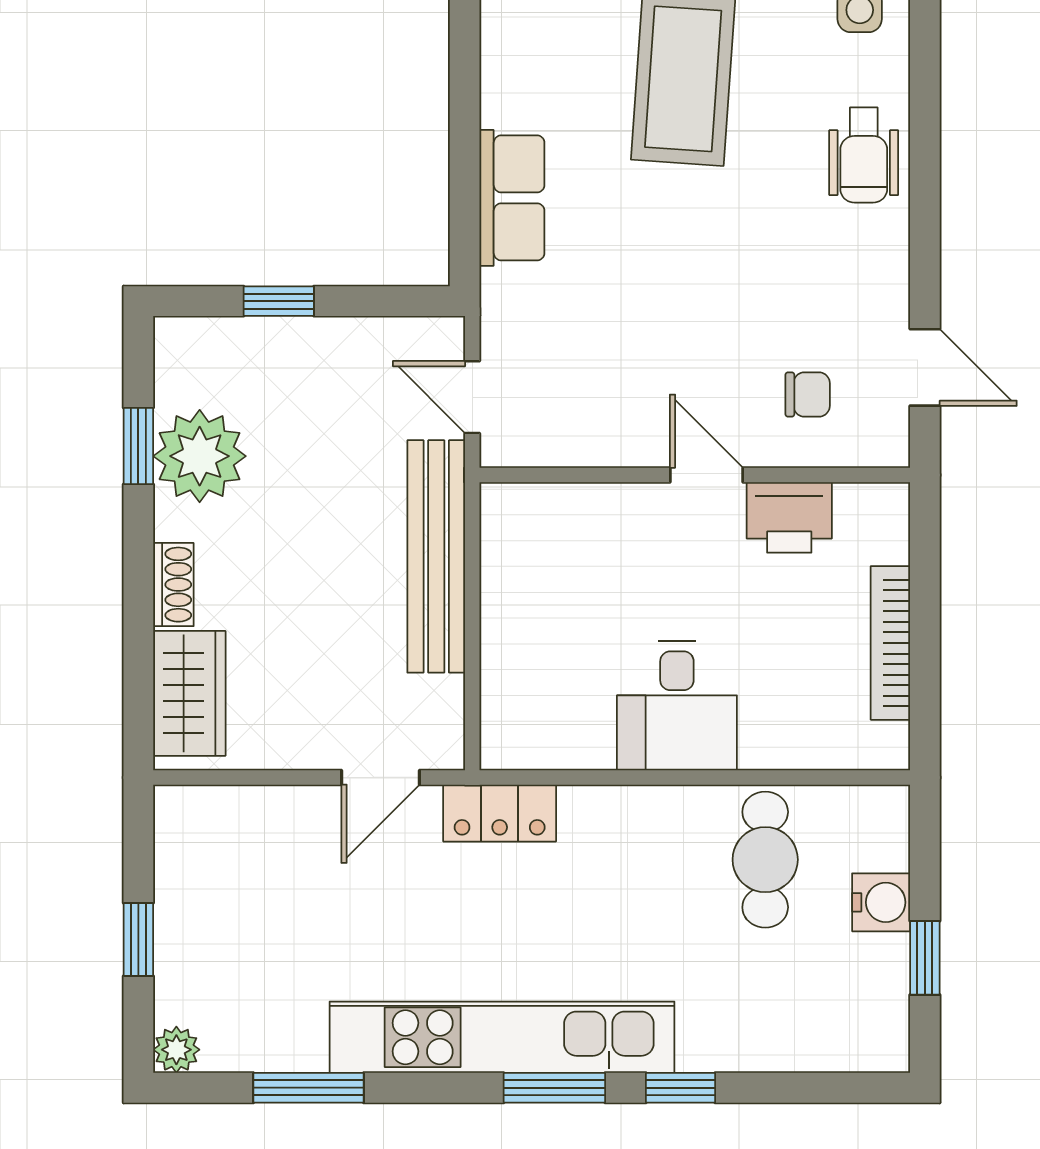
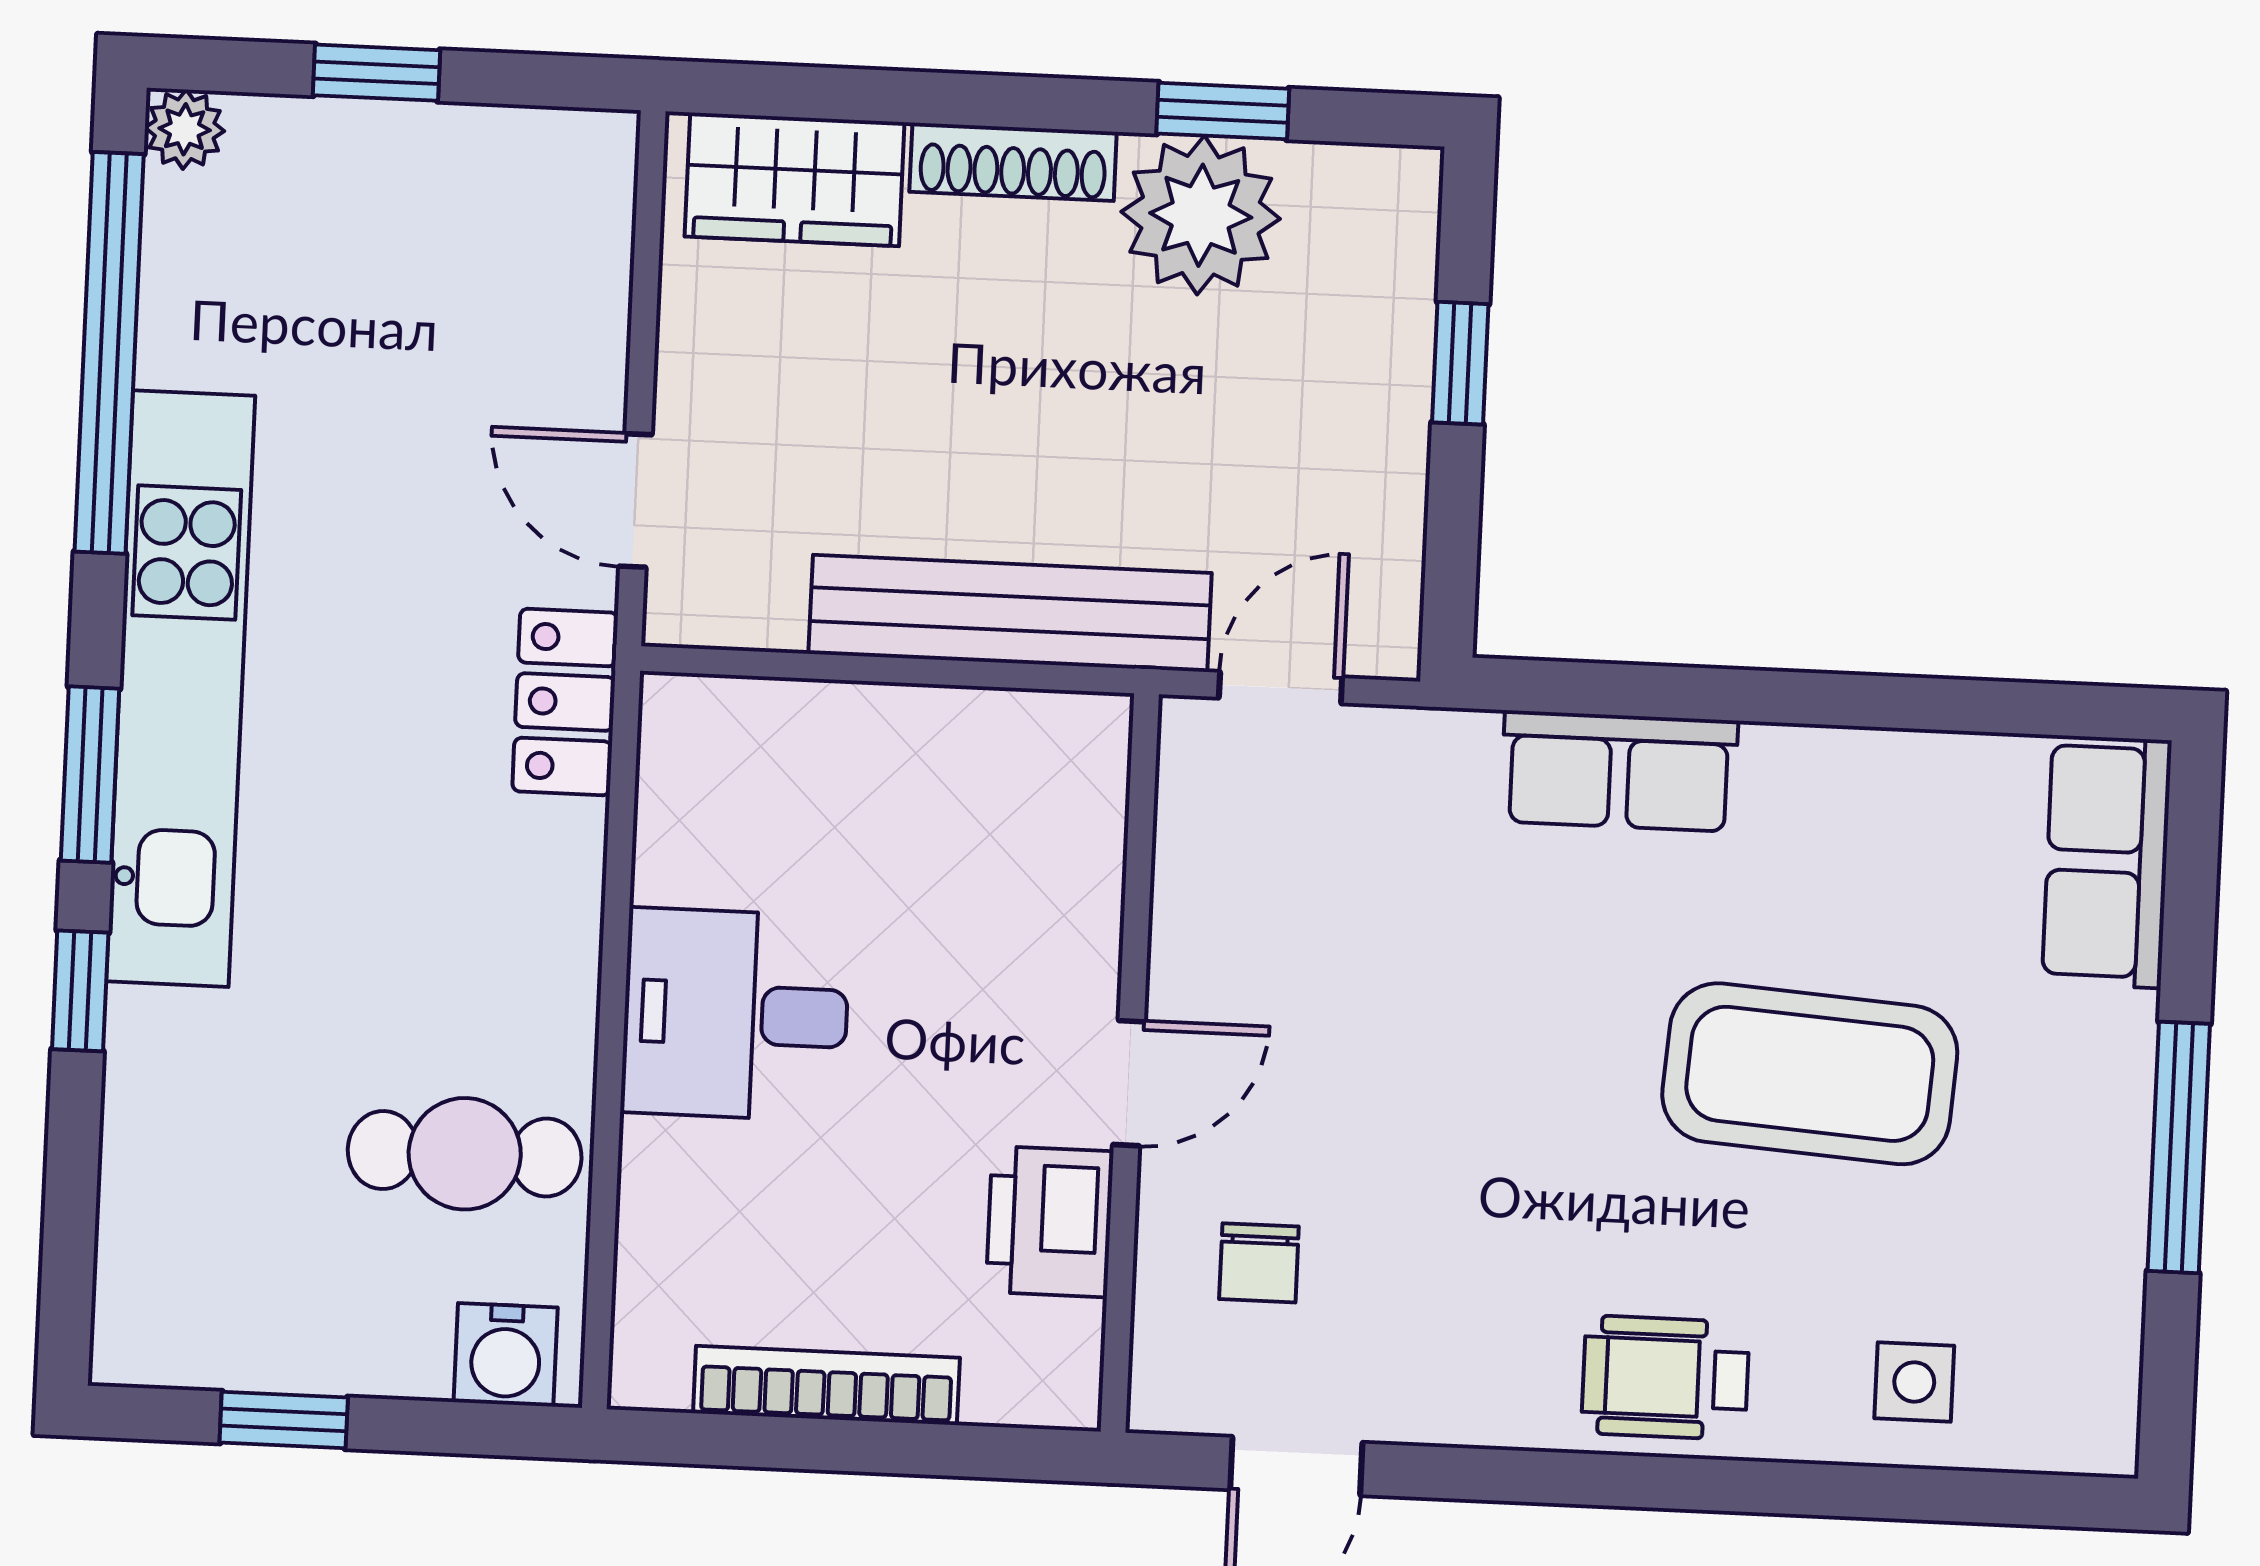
shoe rack: (173, 585) -> (1013, 162), width x1.43
water cooler: (881, 902) -> (506, 1355), moved
window: (308, 1088) -> (109, 353), width x2.11

